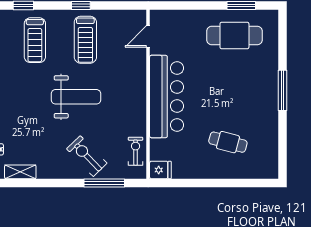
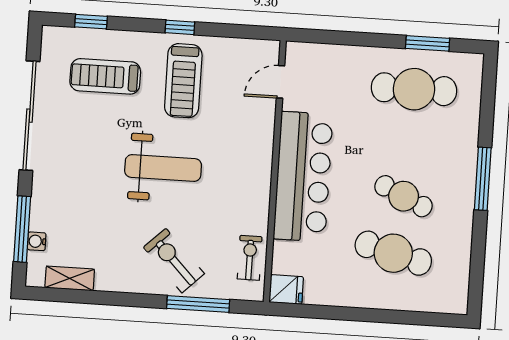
treadmill: (35, 40) -> (105, 76), turned 90
cafe table: (232, 105) -> (404, 196), added
cafe table: (228, 142) -> (393, 253), width x1.37, depth x1.35

